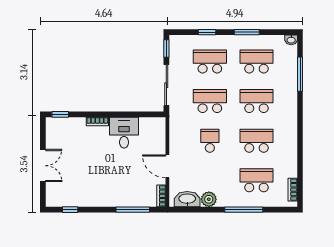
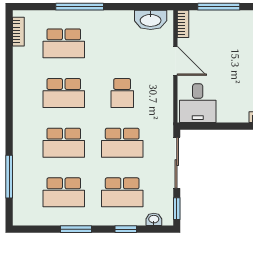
washbasin: (291, 40) -> (154, 219), moved
desk: (124, 133) -> (198, 103), moved
plant: (209, 199) -> (124, 20), removed

